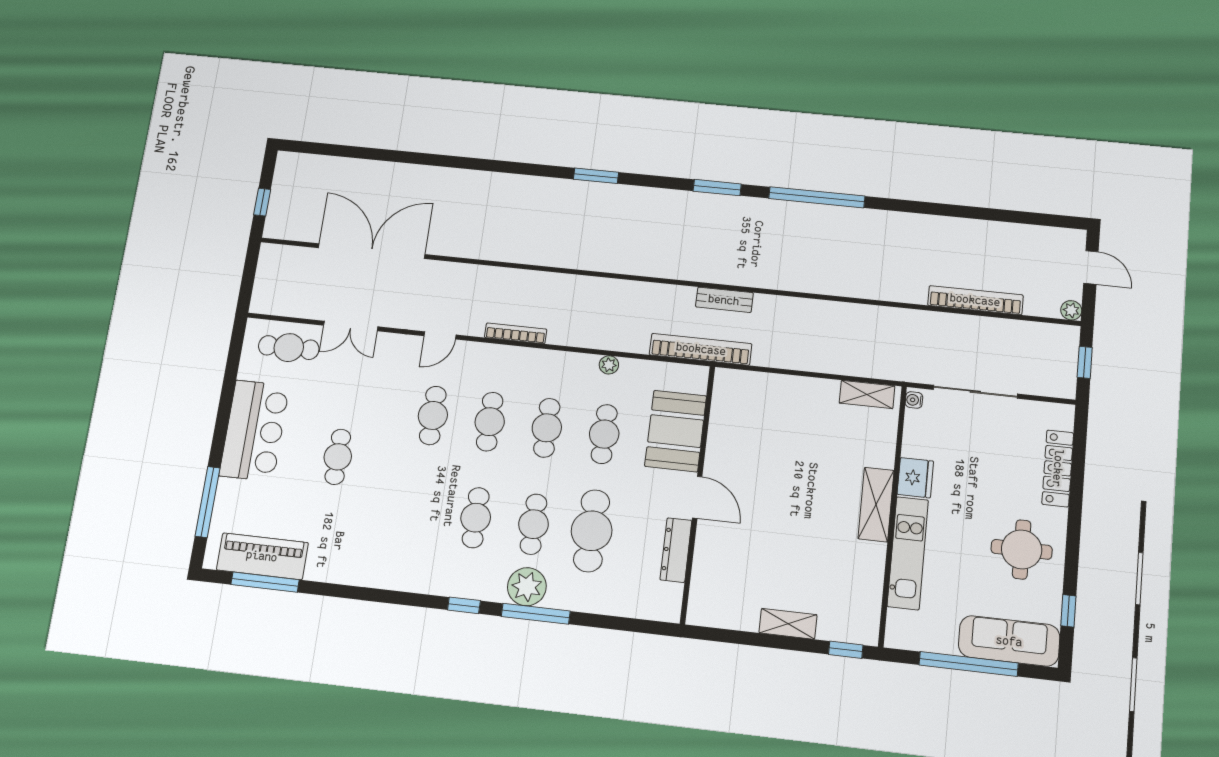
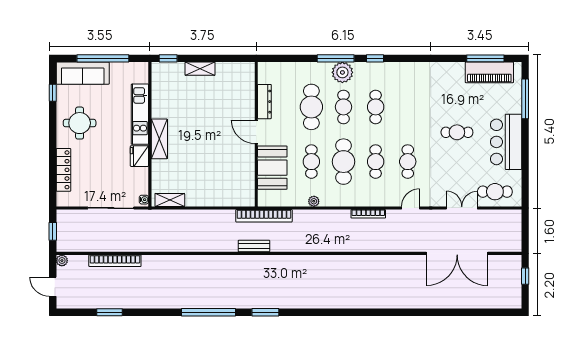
window: (596, 176) -> (110, 312), moved
cafe table: (547, 428) -> (343, 162), width x1.37, depth x1.35
cafe table: (338, 457) -> (457, 132), turned 90

